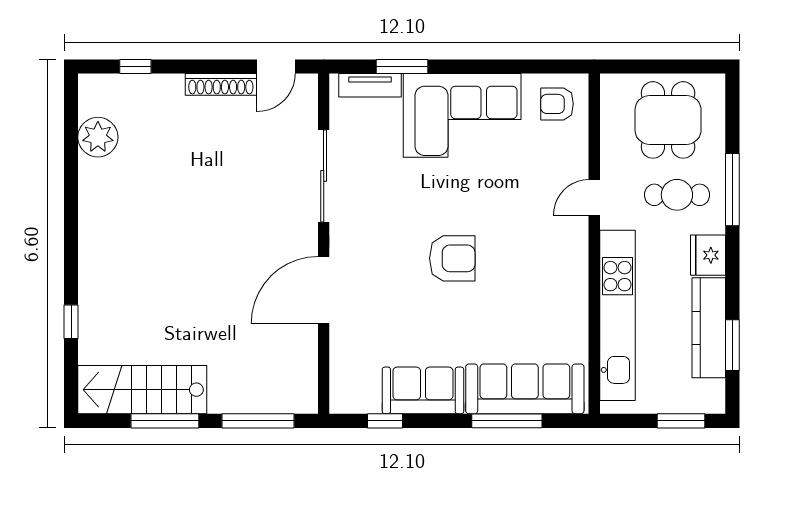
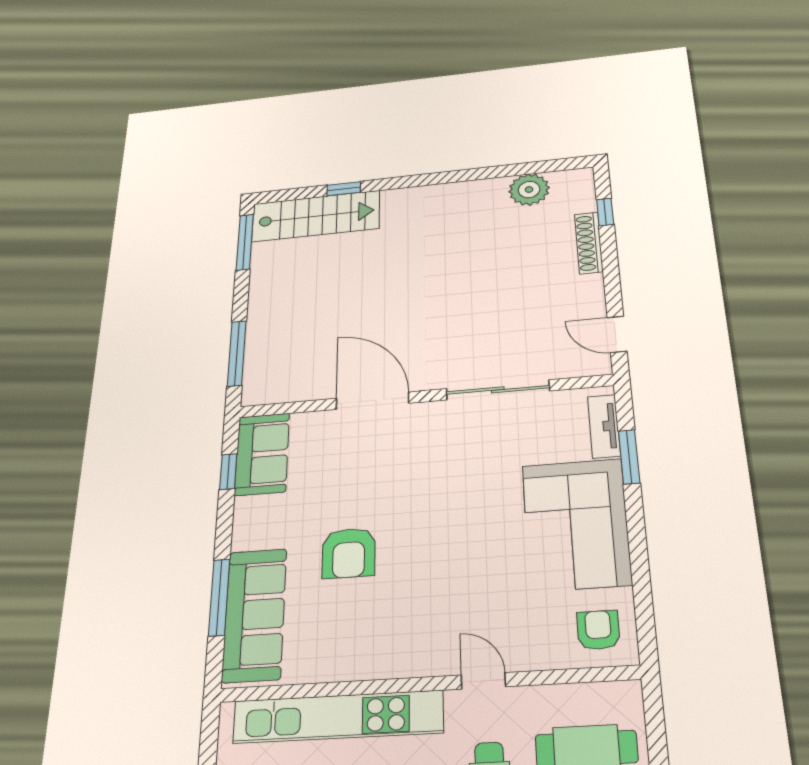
shoe rack: (221, 84) -> (589, 243), moved
armchair: (452, 258) -> (349, 553), moved
stairs: (142, 390) -> (316, 216), moved, turned 90
sofa: (423, 390) -> (262, 454), moved
window: (165, 421) -> (245, 242), moved

